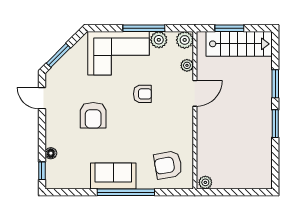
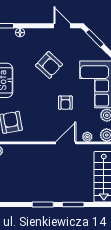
door: (195, 93) -> (66, 143), swing flipped
door: (42, 98) -> (62, 26), hinge flipped
armchair: (93, 115) -> (49, 65), turned -137

